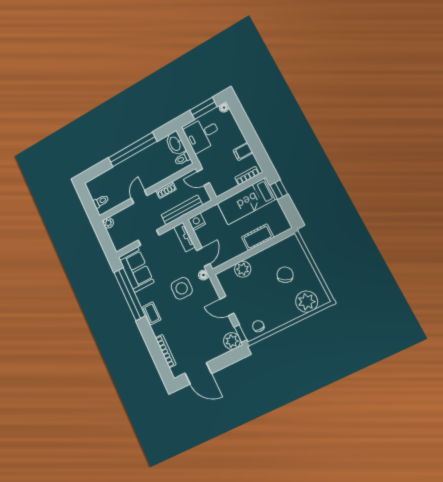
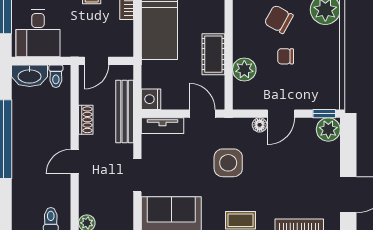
door: (139, 197) -> (75, 162), hinge flipped
cot: (258, 237) -> (213, 54), moved
floor lamp: (203, 275) -> (260, 125), moved
chair: (258, 326) -> (286, 56), moved

